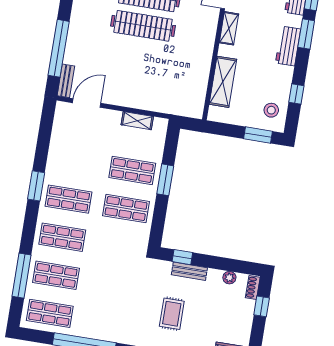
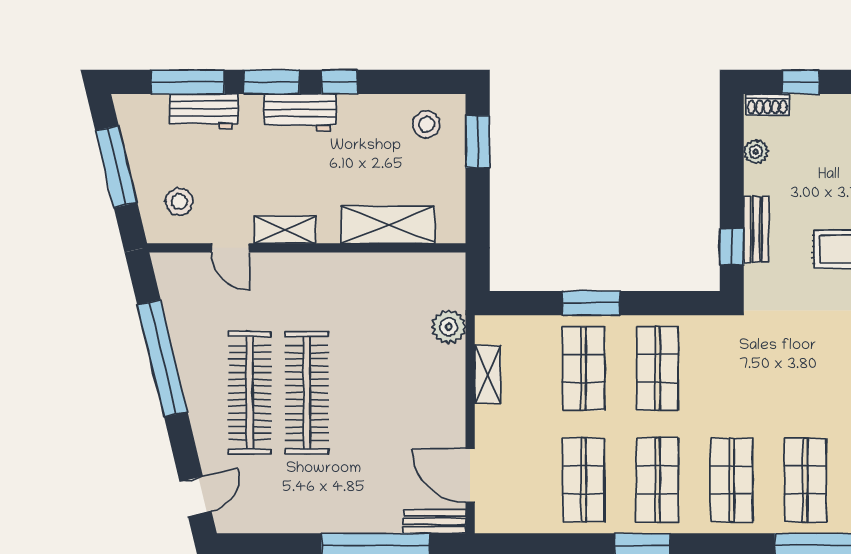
window: (296, 94) -> (339, 82), moved
plant: (165, 104) -> (449, 327), added
shop shelf: (75, 161) -> (583, 480), added

